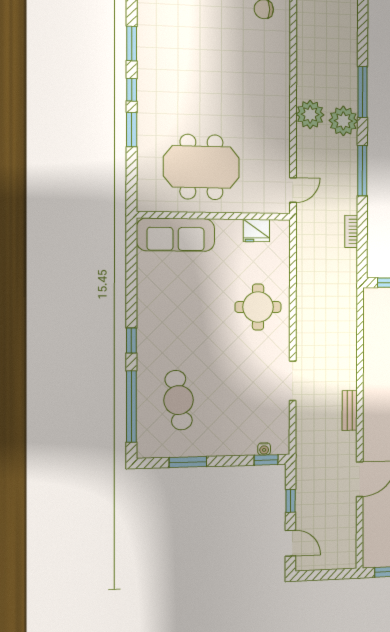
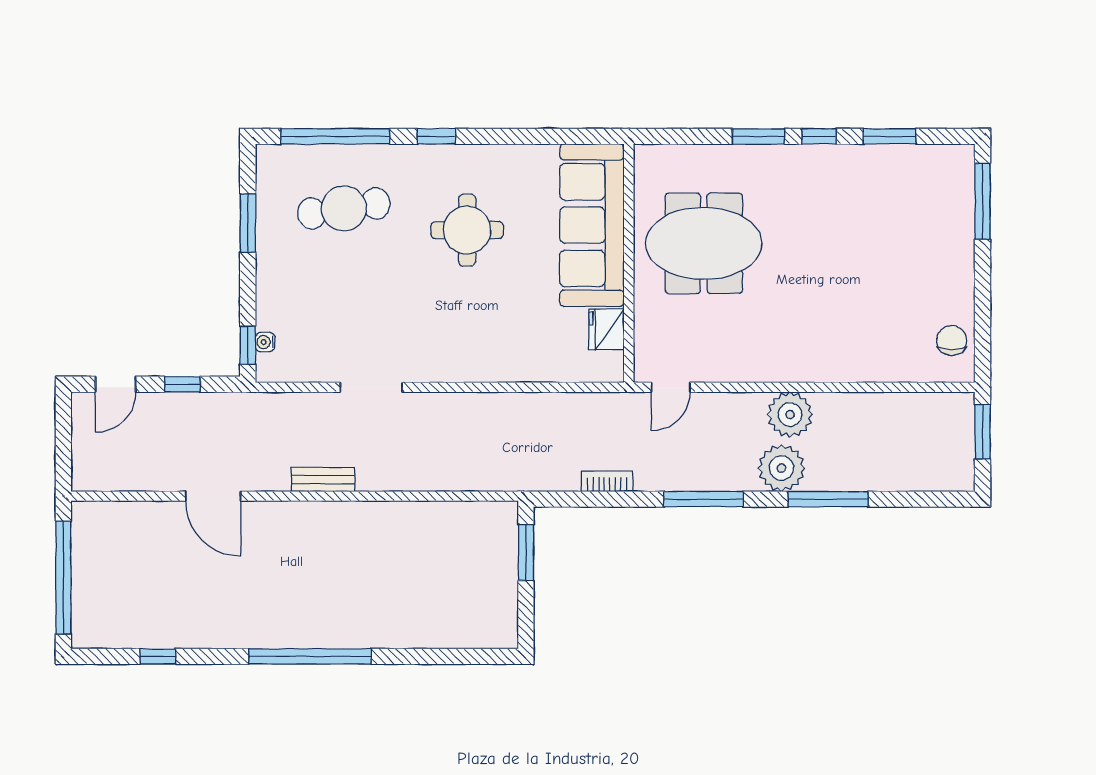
meeting table: (201, 167) -> (704, 243), turned 90
door: (293, 190) -> (671, 387), hinge flipped
sofa: (176, 235) -> (592, 225), width x1.36, depth x1.27
round table: (258, 307) -> (467, 230), moved

